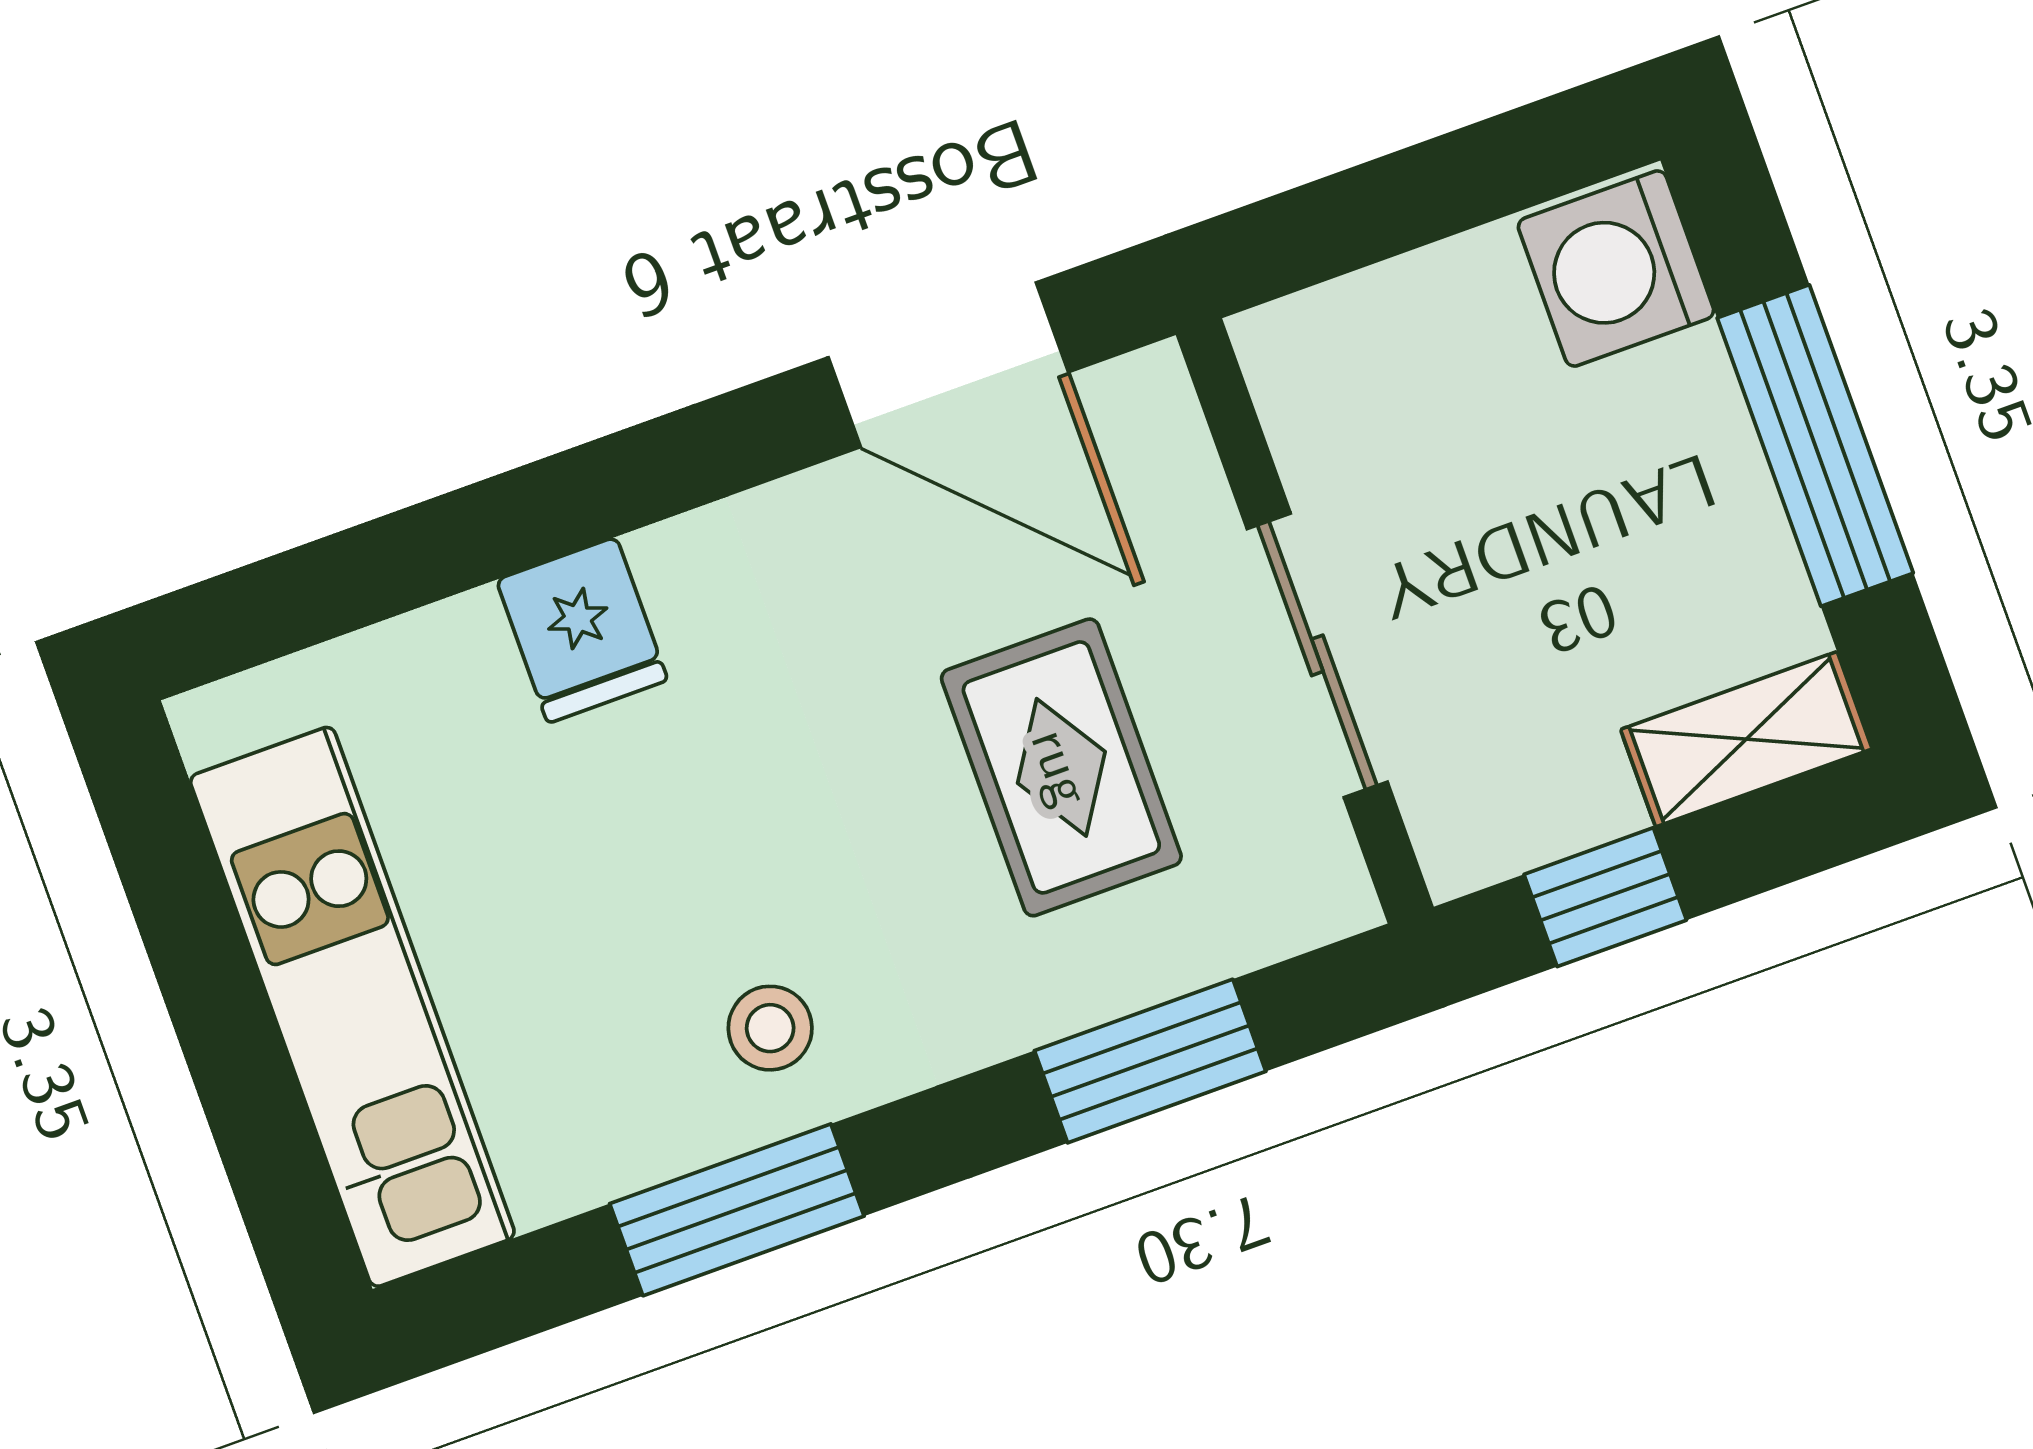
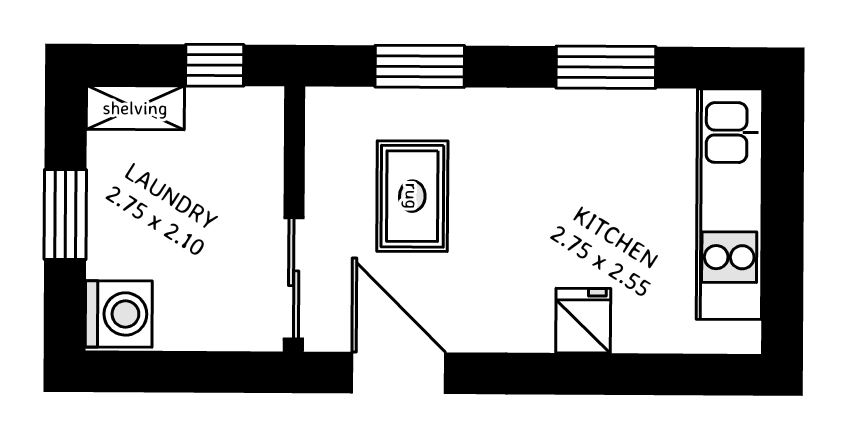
window: (1815, 446) -> (65, 214), width x0.69
sliding door: (1317, 655) -> (294, 278), moved
stool: (770, 1028) -> (566, 135), removed

